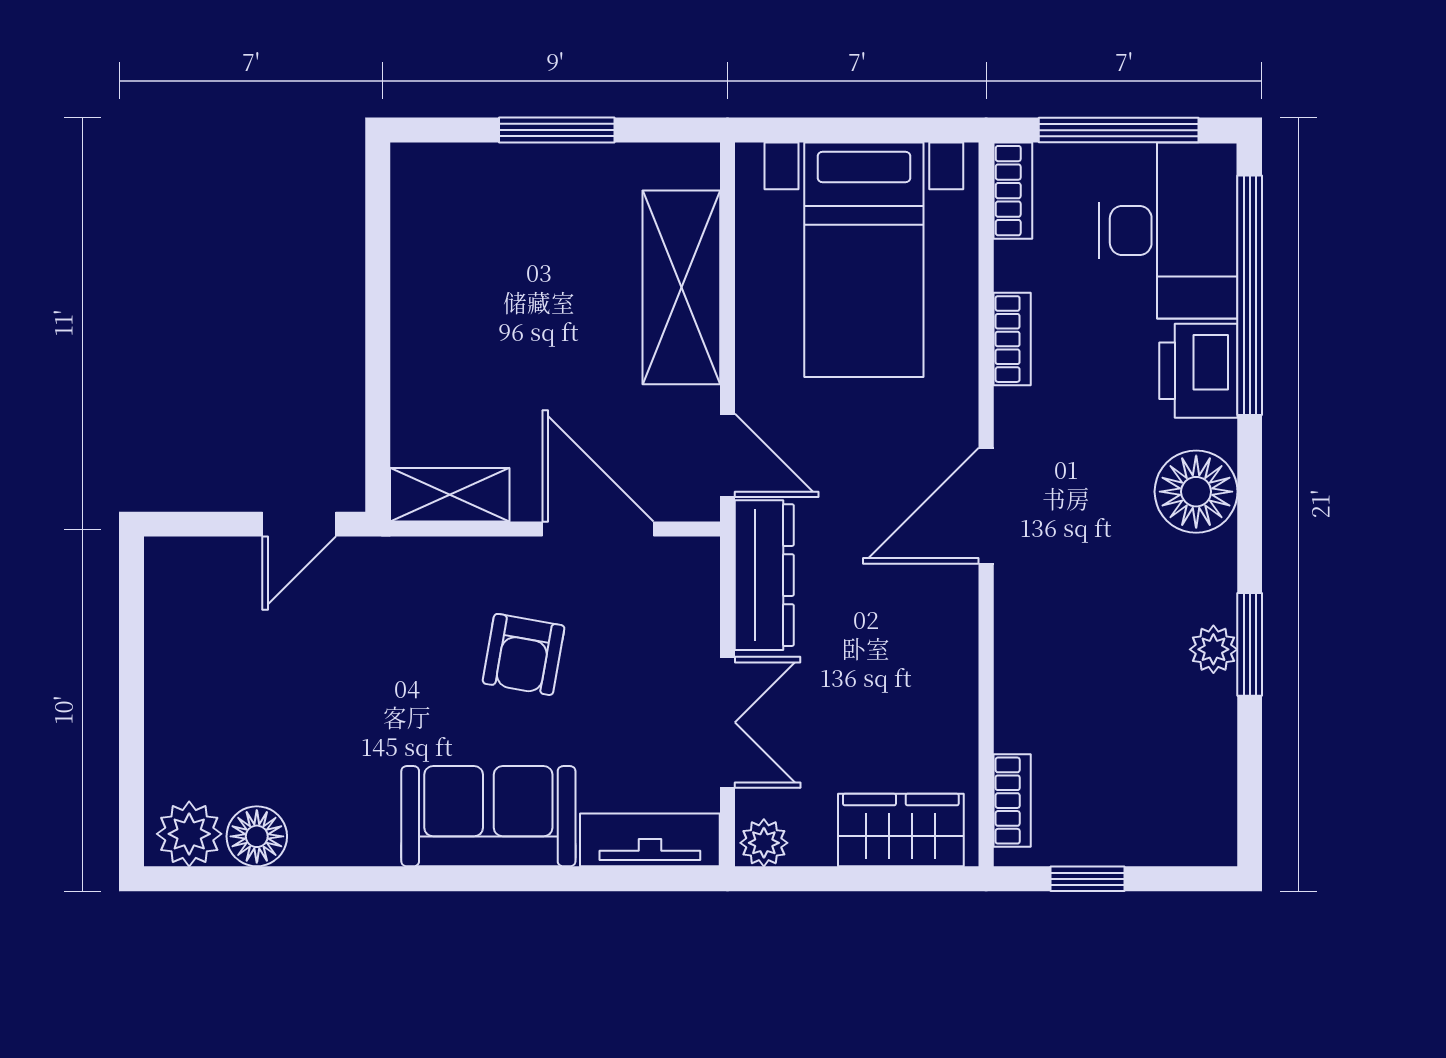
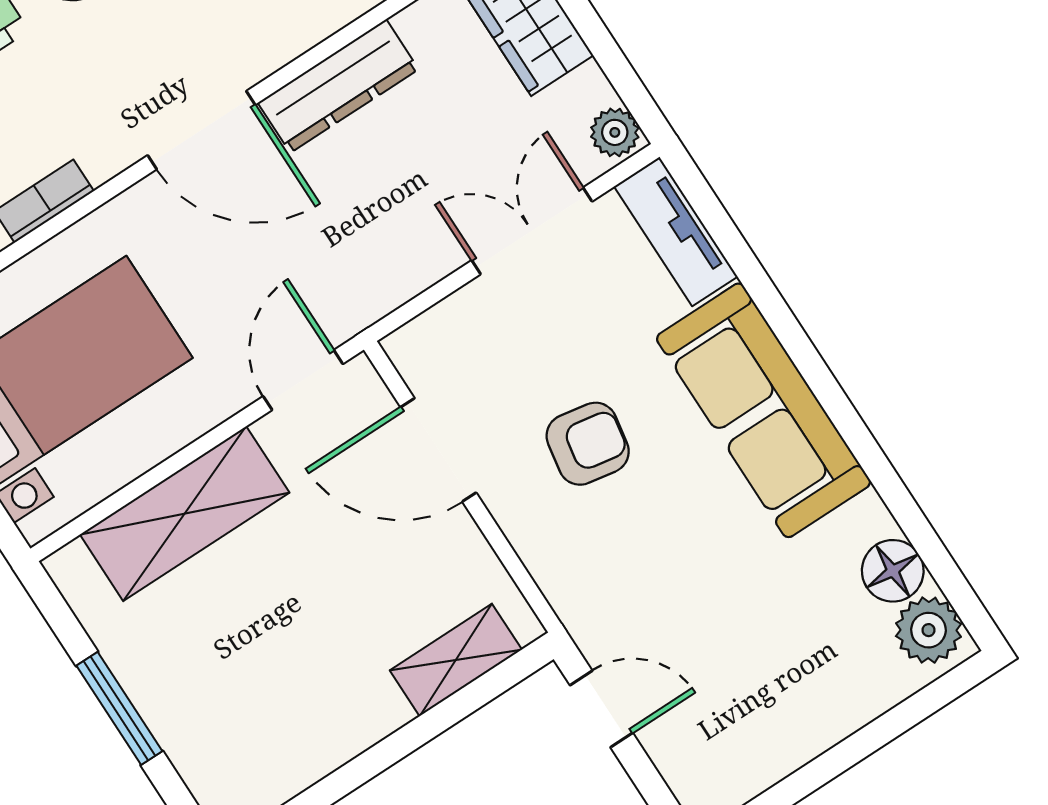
shelving: (450, 495) -> (456, 660), moved, turned 90
door: (598, 529) -> (438, 450), hinge flipped
dresser: (764, 575) -> (338, 86), moved, turned 180
sofa: (488, 816) -> (764, 410), width x1.36

